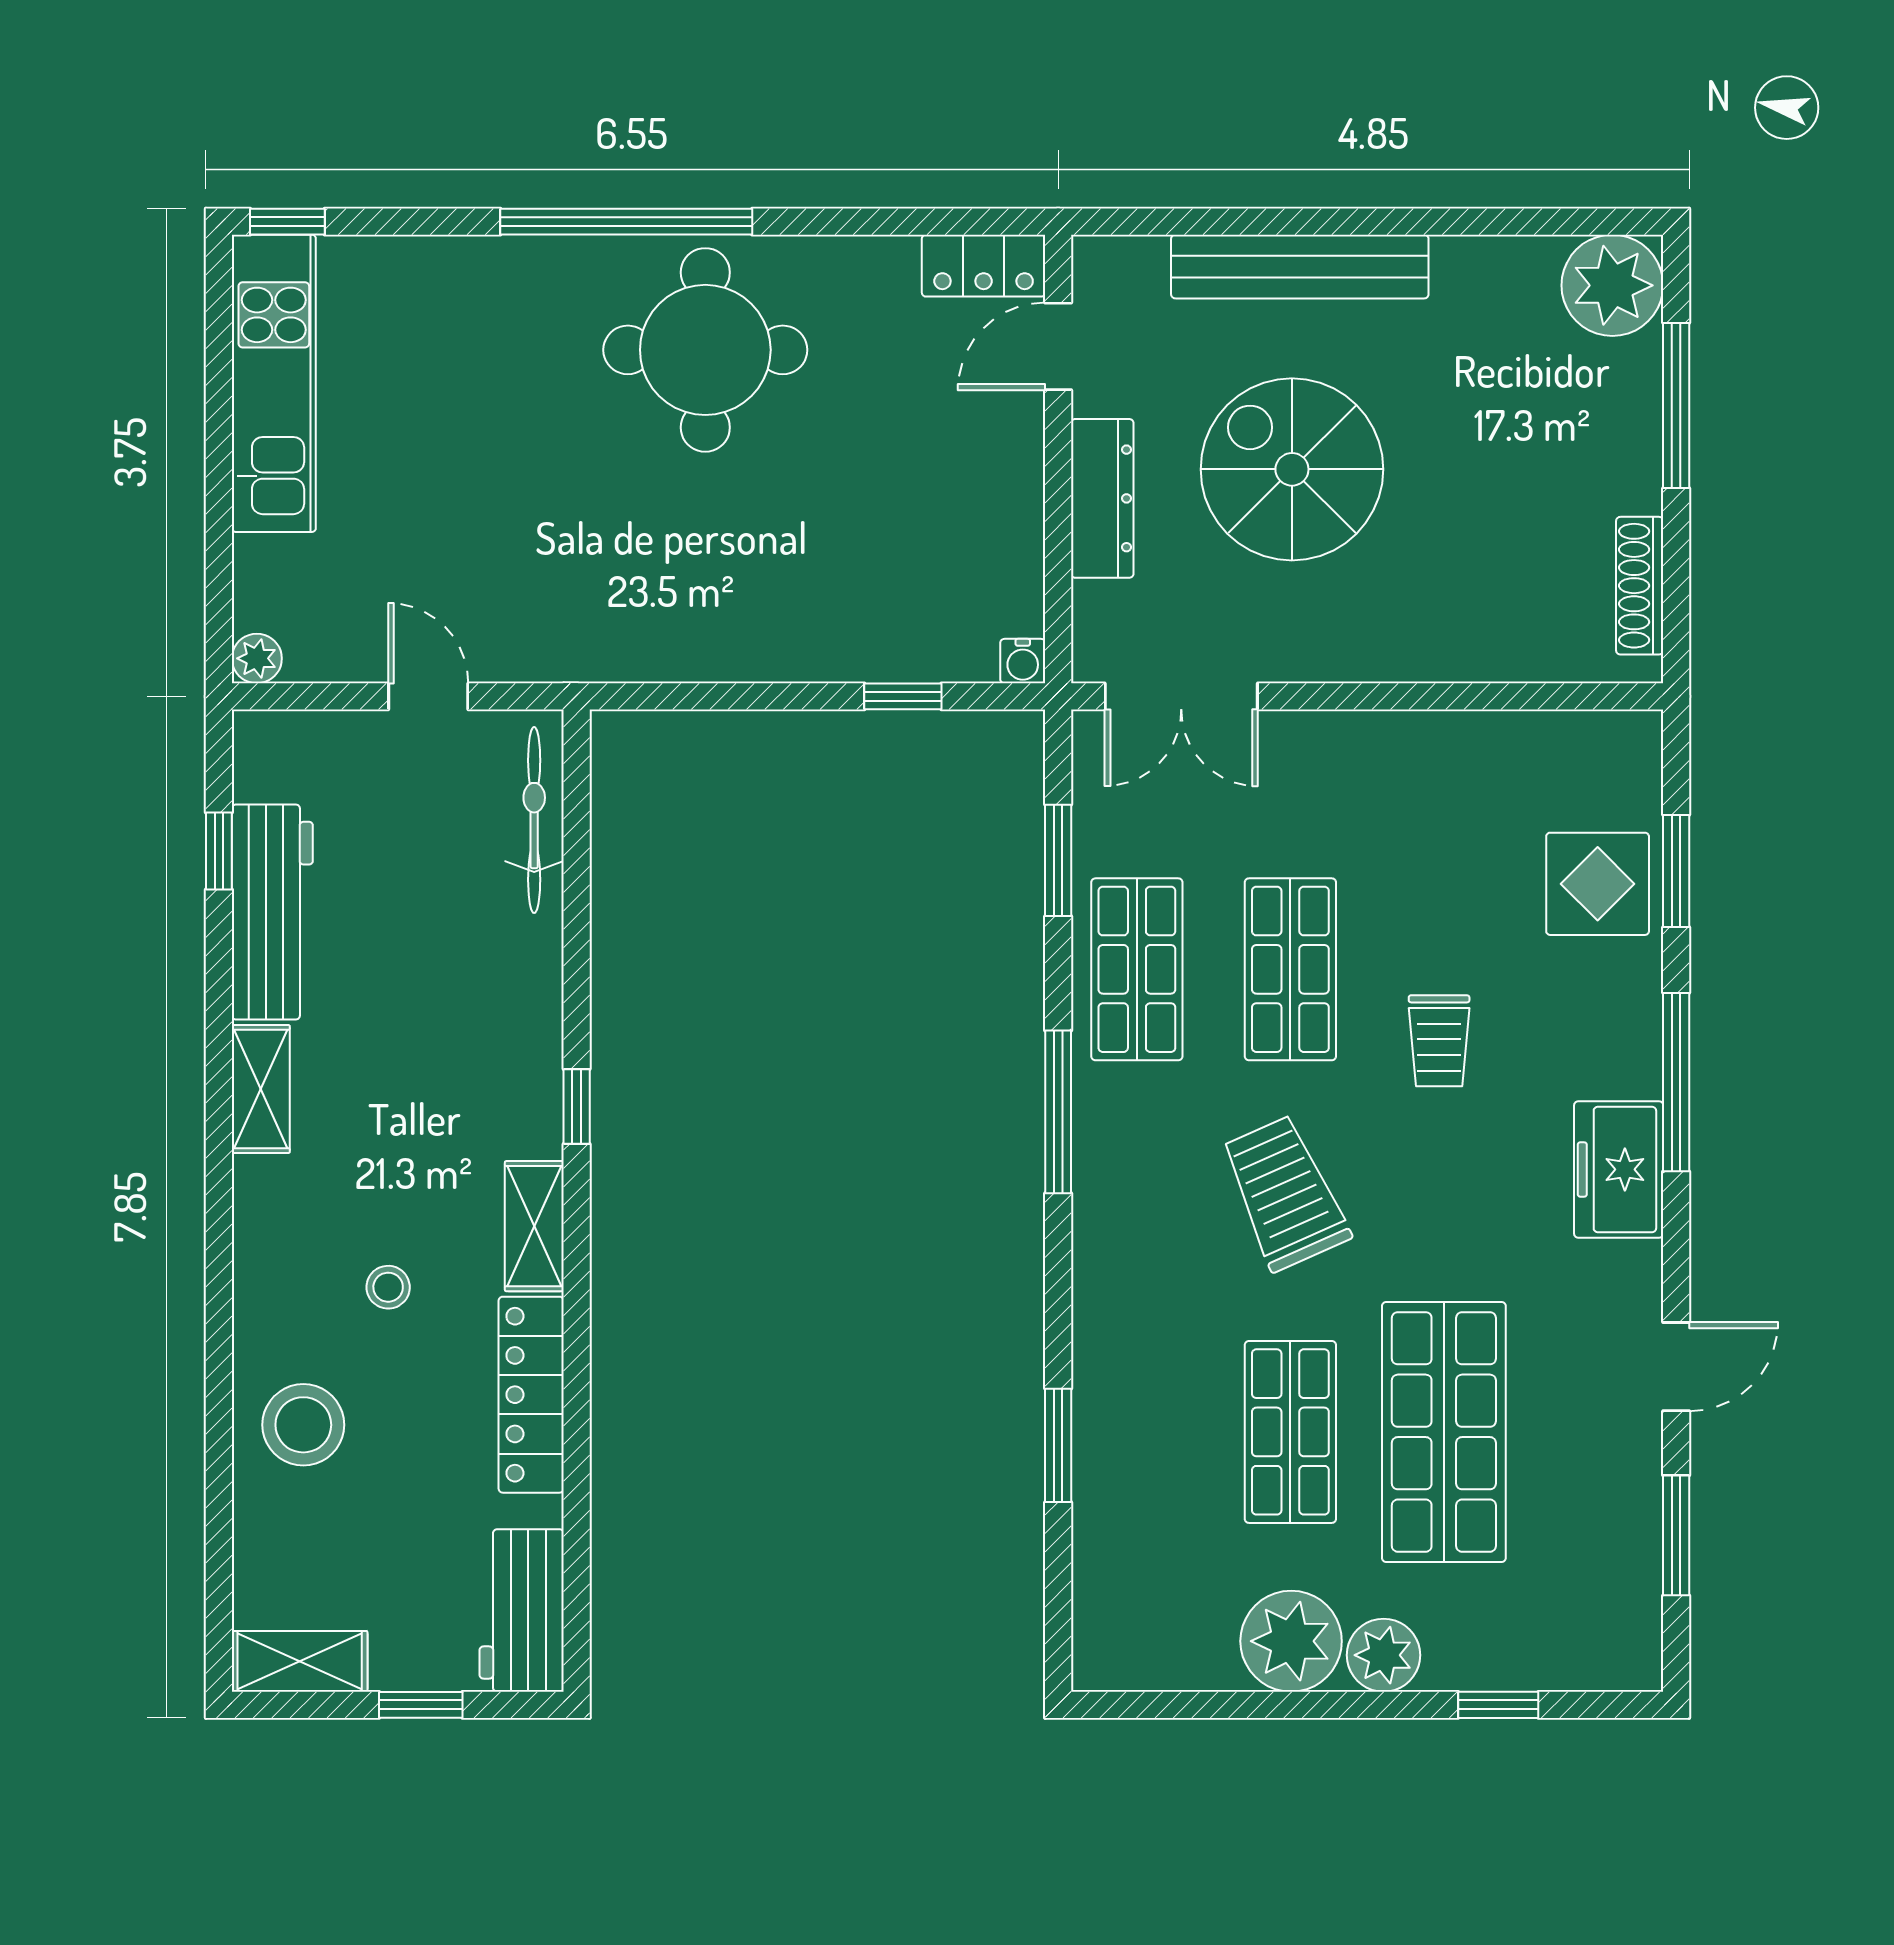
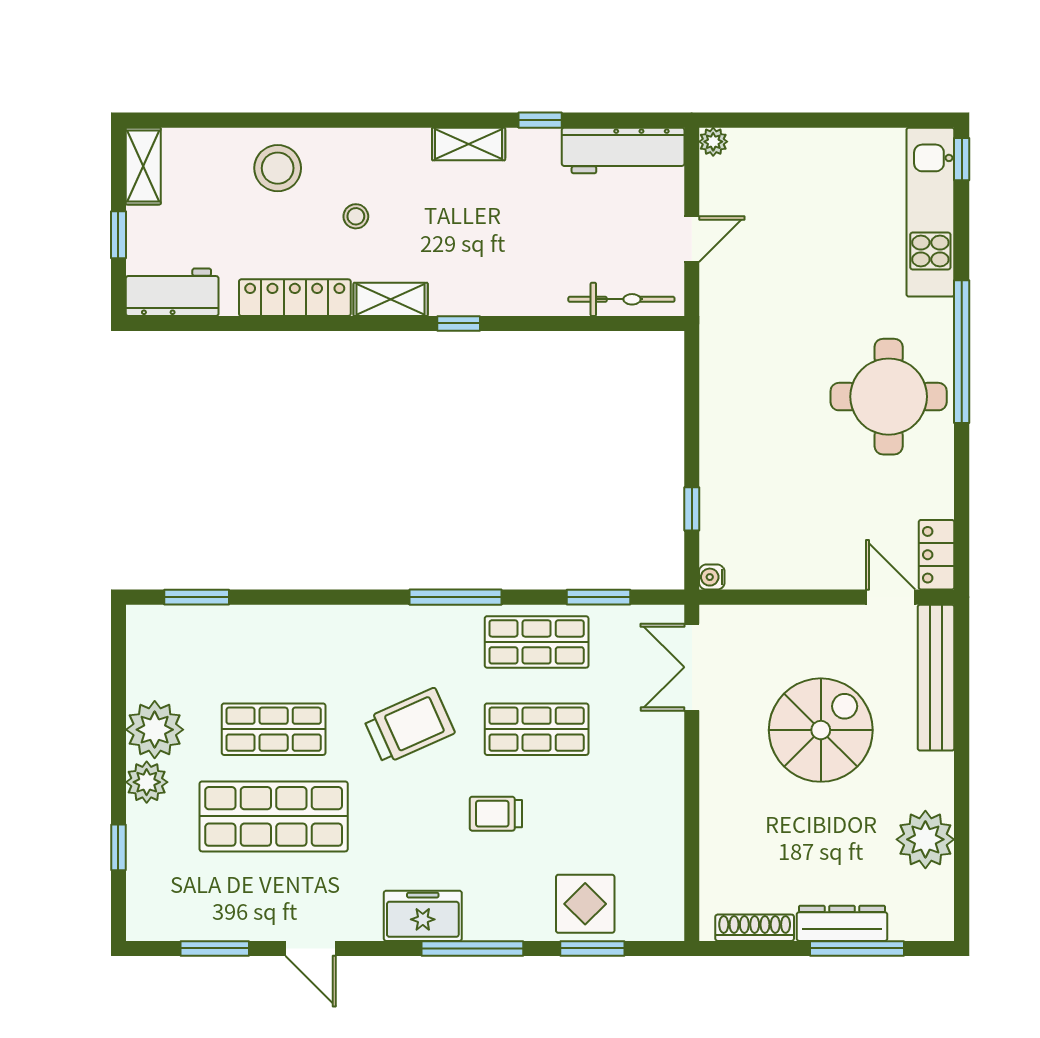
bench: (1300, 267) -> (936, 678), moved
plant: (1612, 285) -> (925, 839), moved
kitchen unit: (274, 383) -> (930, 212), moved, turned 90
dresser: (1102, 498) -> (842, 923), moved, turned 180
window: (219, 851) -> (540, 120), moved
workbench: (272, 912) -> (623, 150), moved
window: (1058, 1445) -> (197, 597), moved

